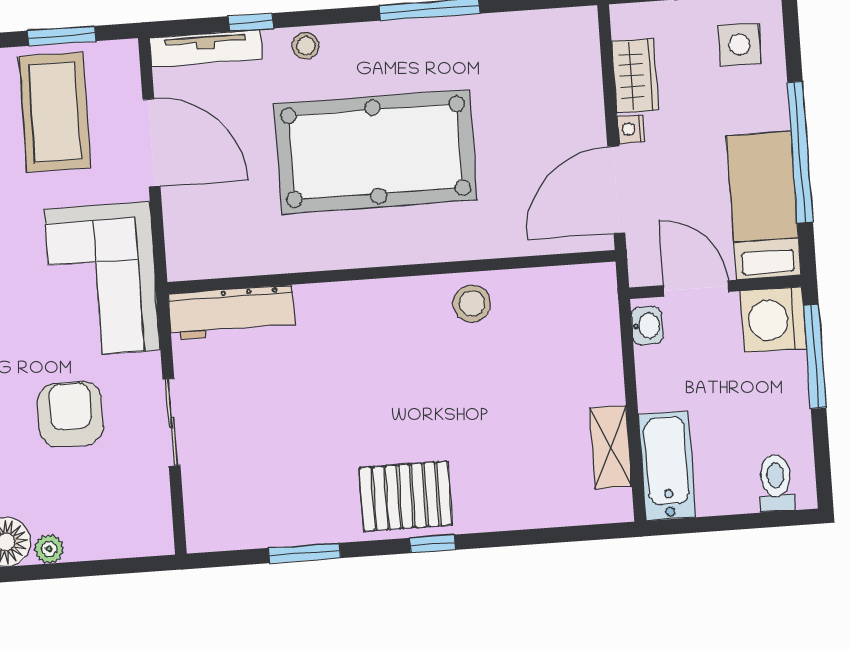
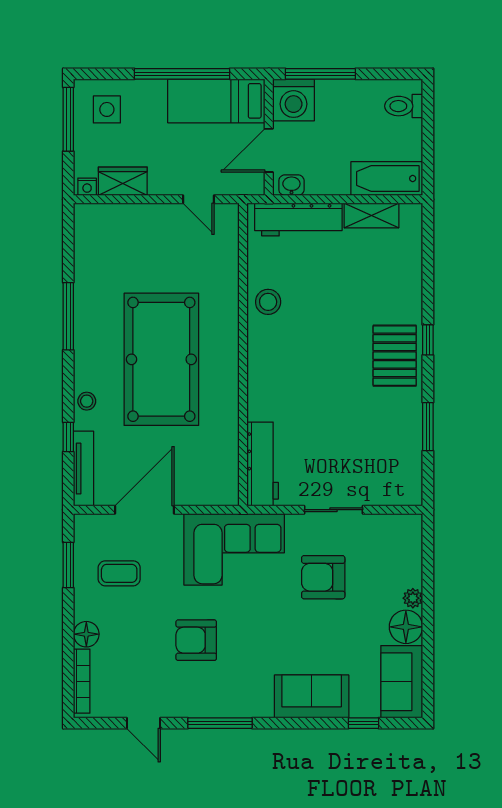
coffee table: (55, 112) -> (119, 573), width x0.54, depth x0.58
nightstand: (631, 129) -> (87, 187), moved
door: (616, 190) -> (198, 199), width x0.53
workbench: (597, 340) -> (298, 220), added

